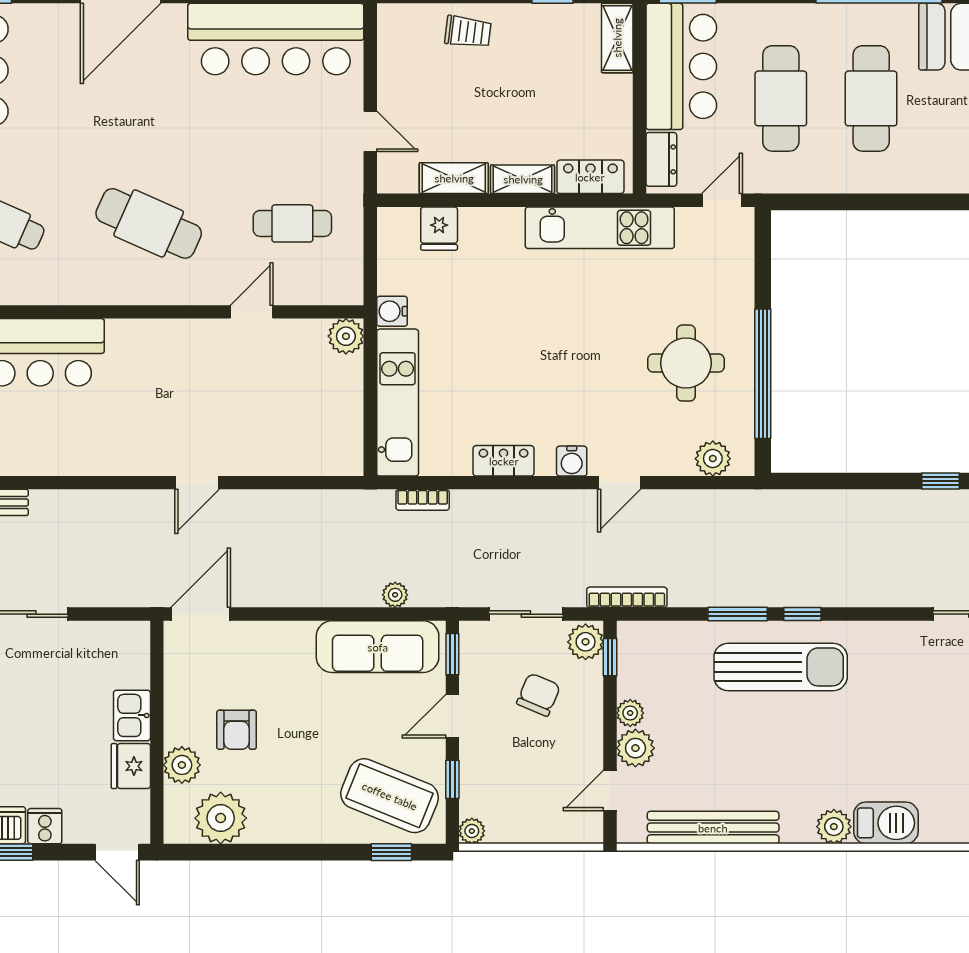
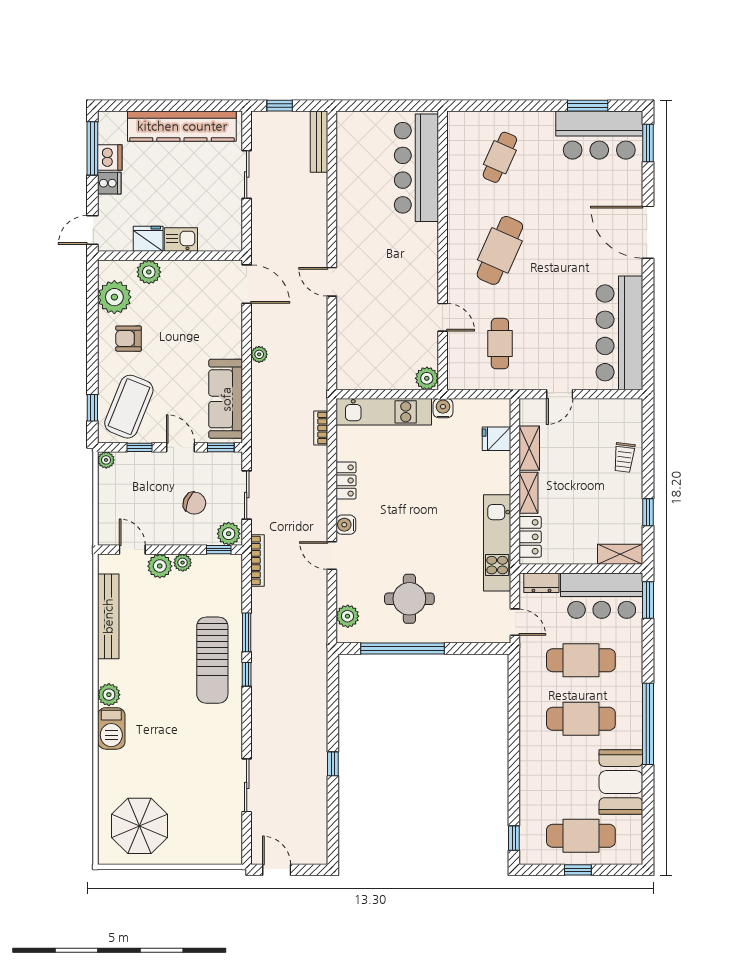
plant: (395, 595) -> (259, 354), moved
armchair: (237, 730) -> (129, 339), moved

